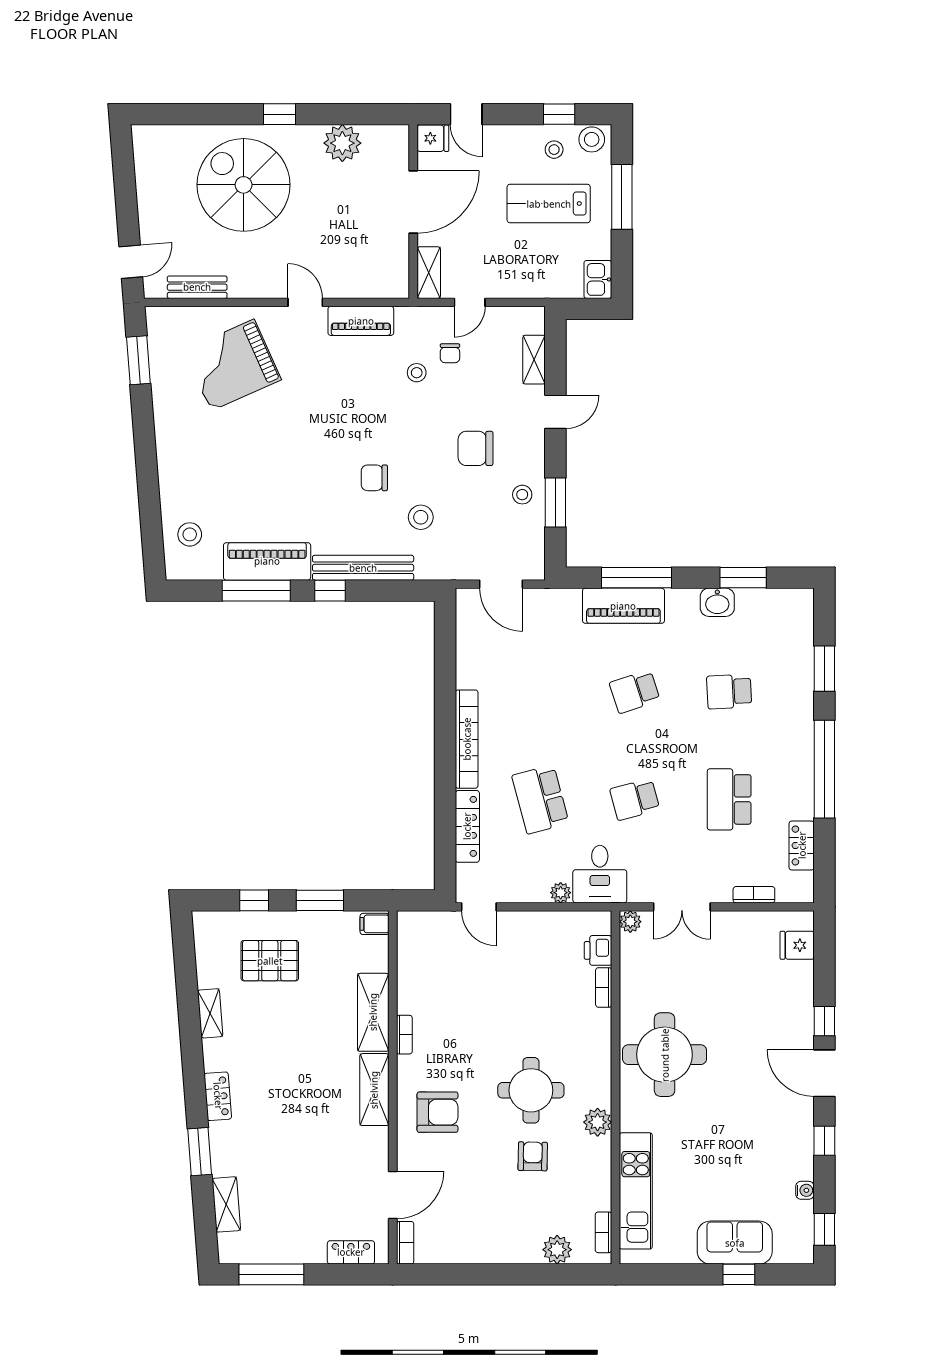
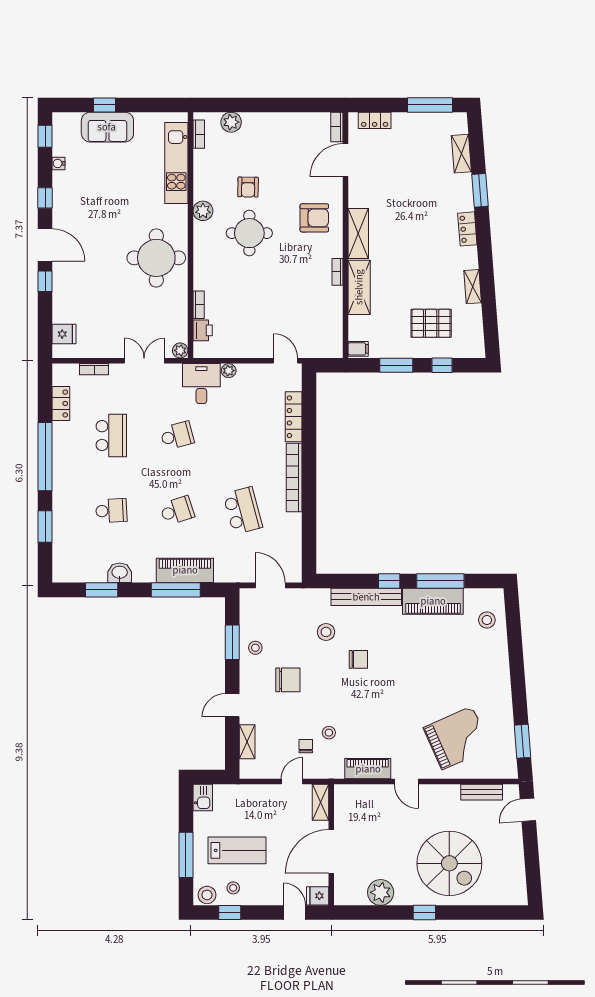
school desk: (540, 799) -> (243, 511), moved
armchair: (437, 1112) -> (314, 218), turned 180

